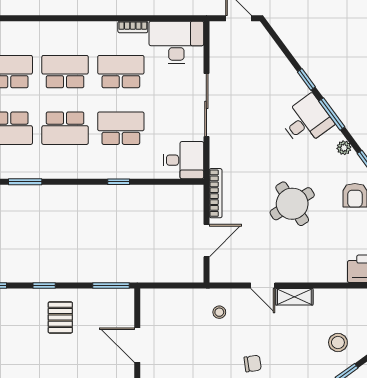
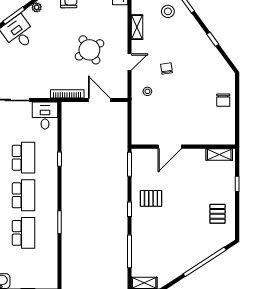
school desk: (121, 128) -> (23, 158), turned 180
round table: (292, 204) -> (89, 50), moved
shelving: (294, 297) -> (137, 27), moved
chair: (253, 364) -> (167, 69), moved

